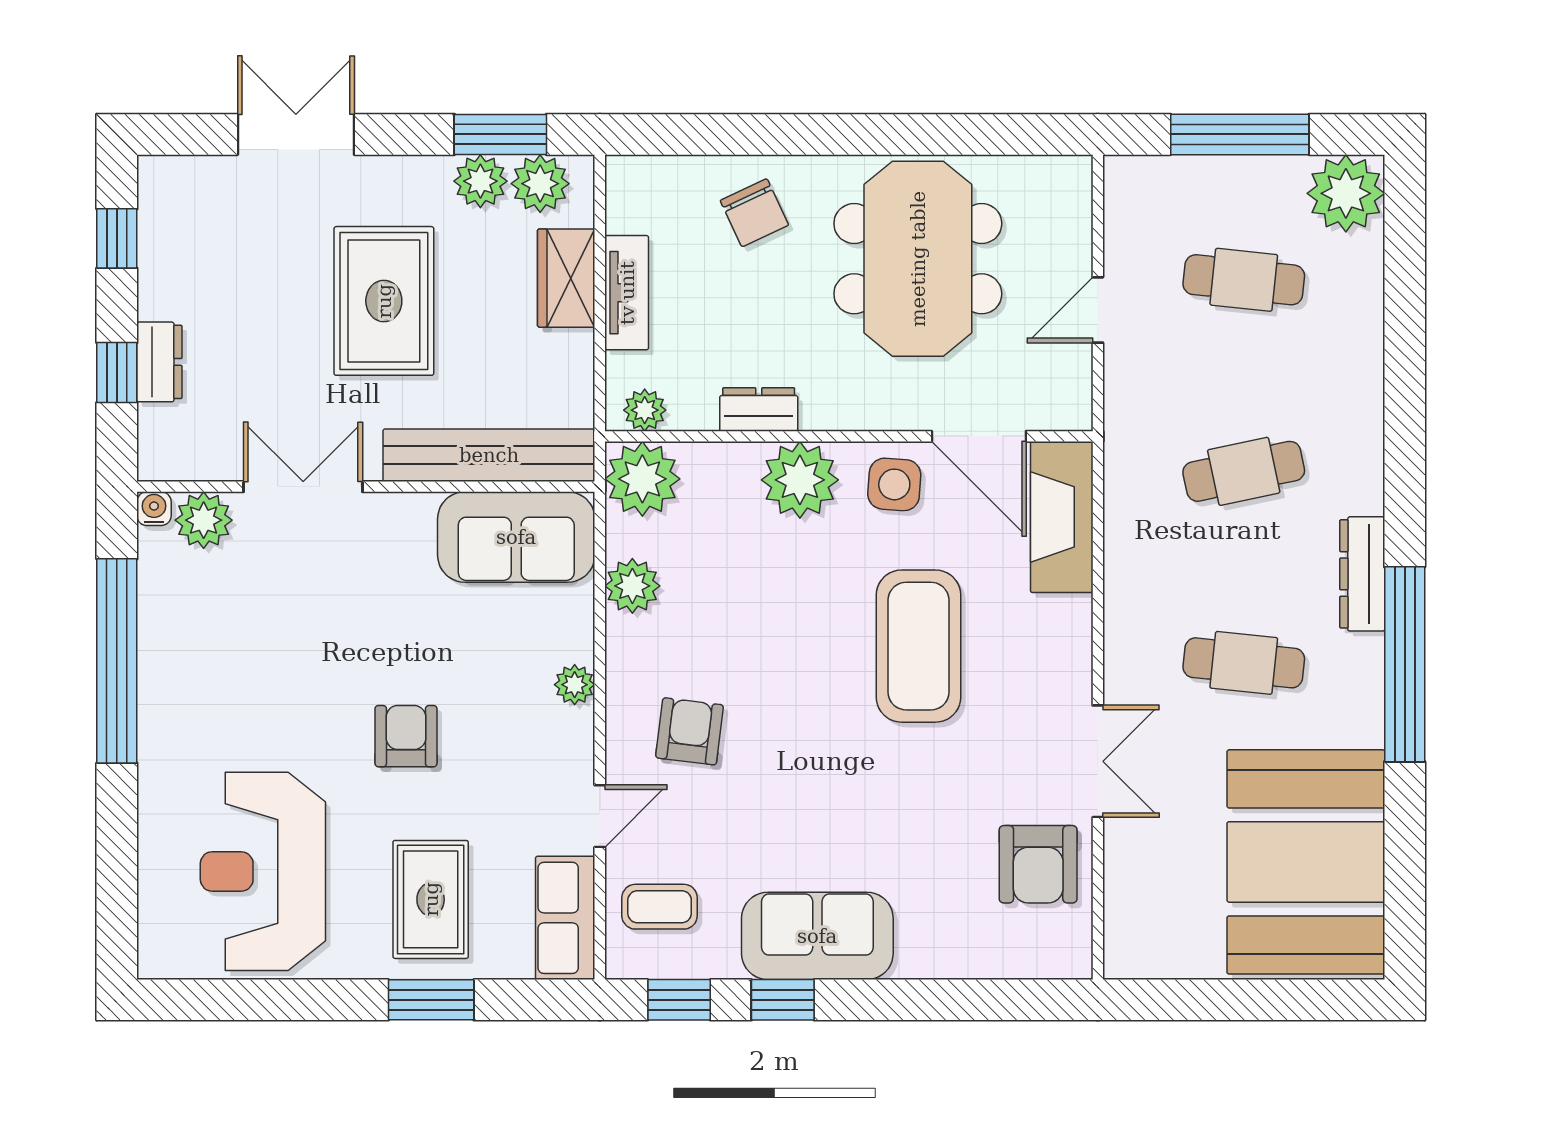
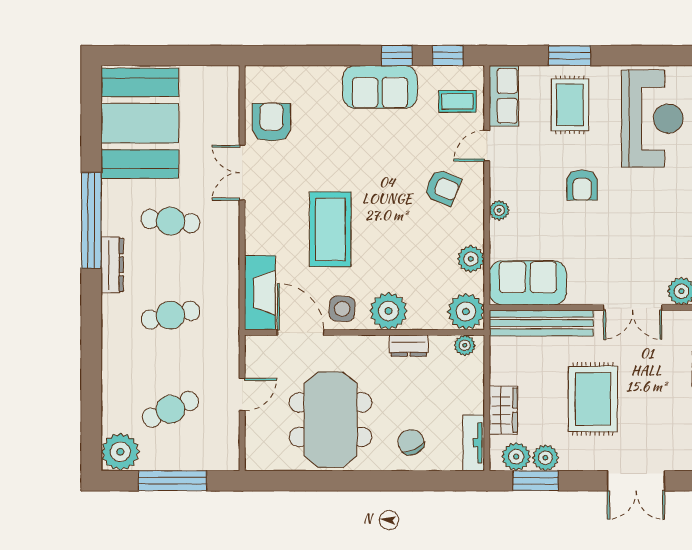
cafe table: (1244, 280) -> (170, 409), turned -30
tv unit: (627, 293) -> (474, 443), moved
armchair: (690, 731) -> (443, 187), turned -75

